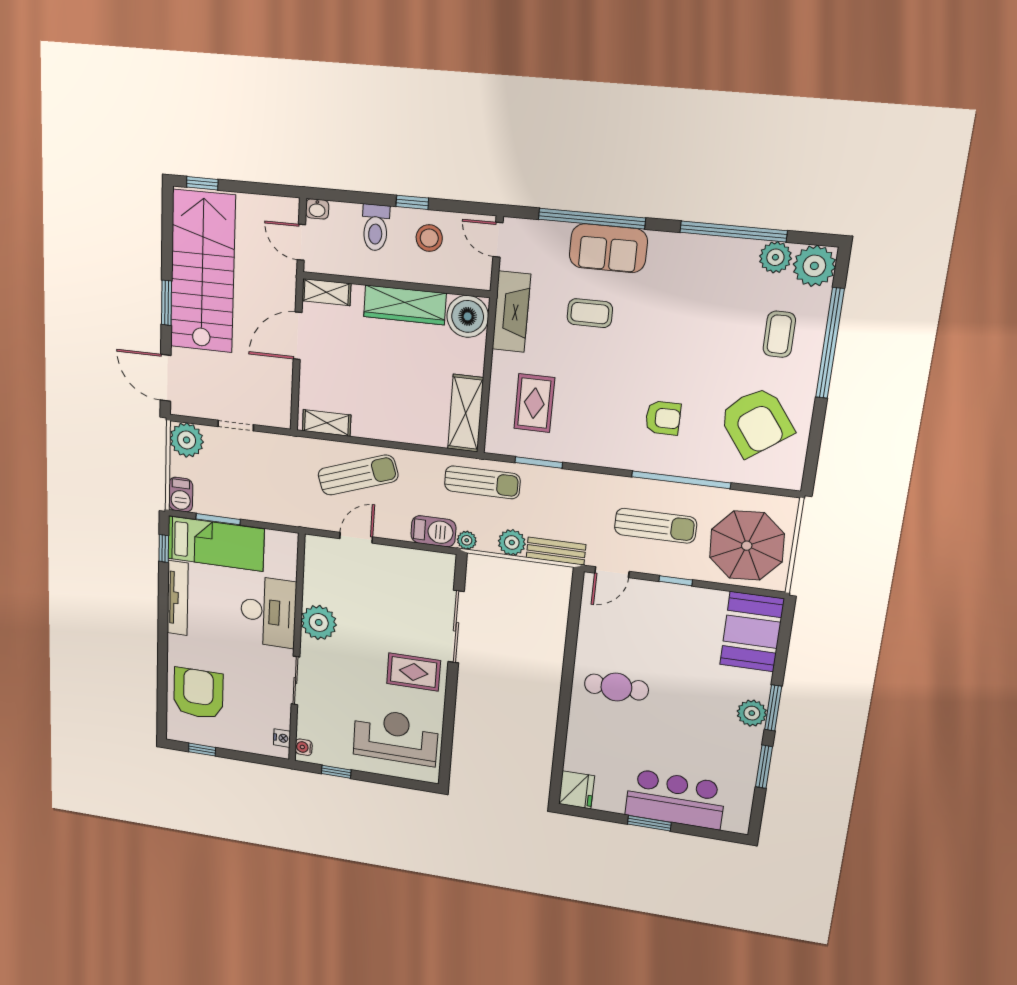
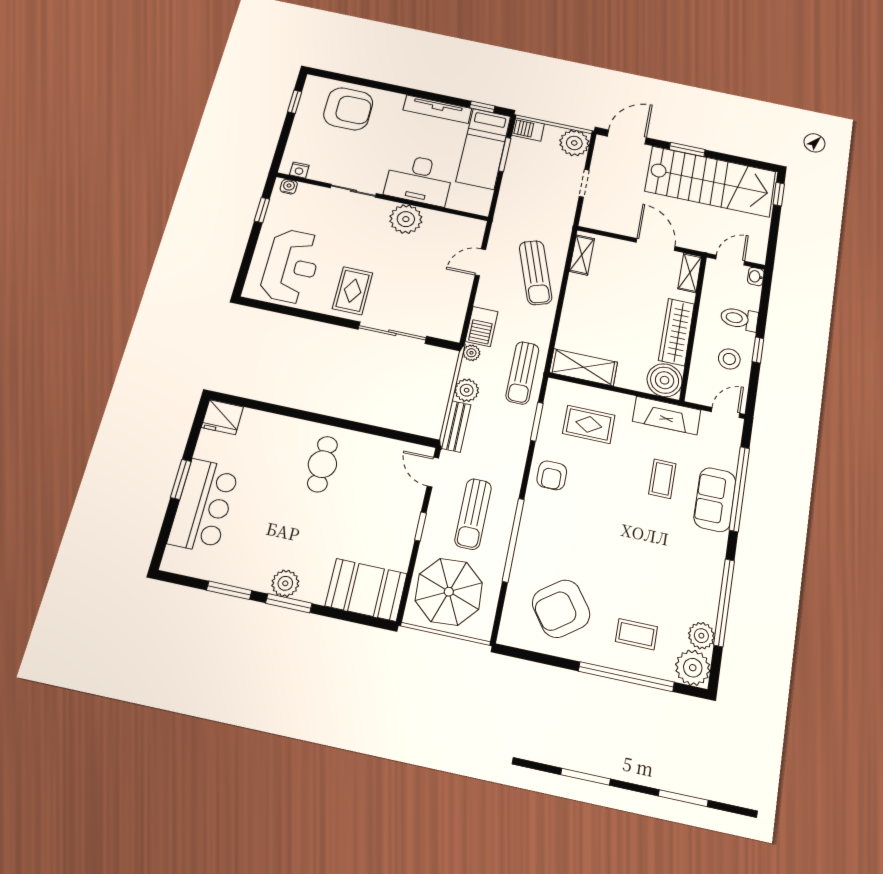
armchair: (663, 418) -> (552, 475), moved
door: (356, 538) -> (480, 262), swing flipped

